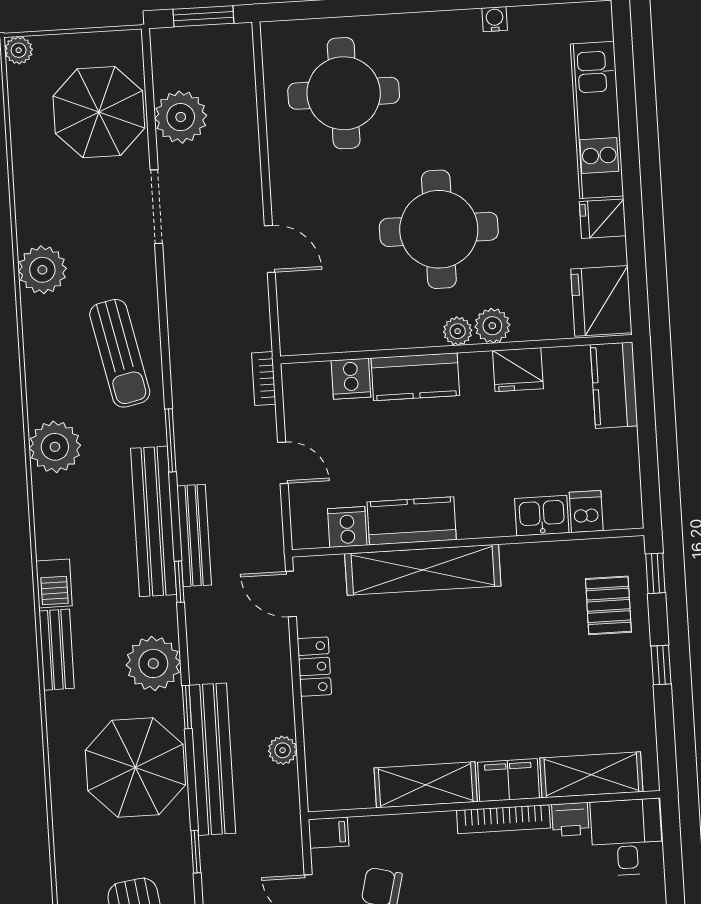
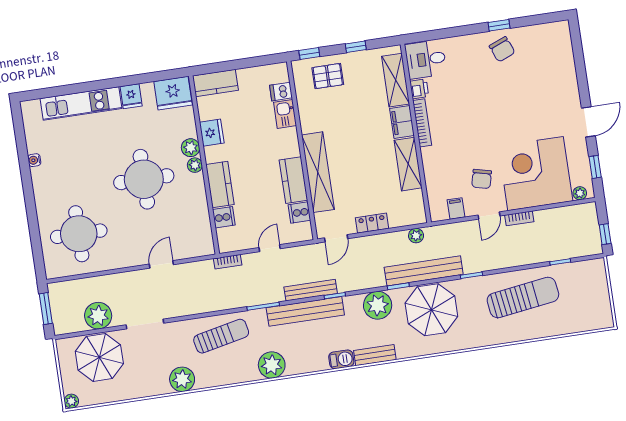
shelving: (591, 775) -> (396, 80), moved
filing cabinet: (509, 780) -> (402, 122), moved
shelving: (426, 785) -> (408, 164), moved
wall: (484, 805) -> (416, 133), moved
bookcase: (503, 819) -> (422, 123), moved
printer: (570, 819) -> (419, 89), moved
desk: (627, 837) -> (426, 59), moved

